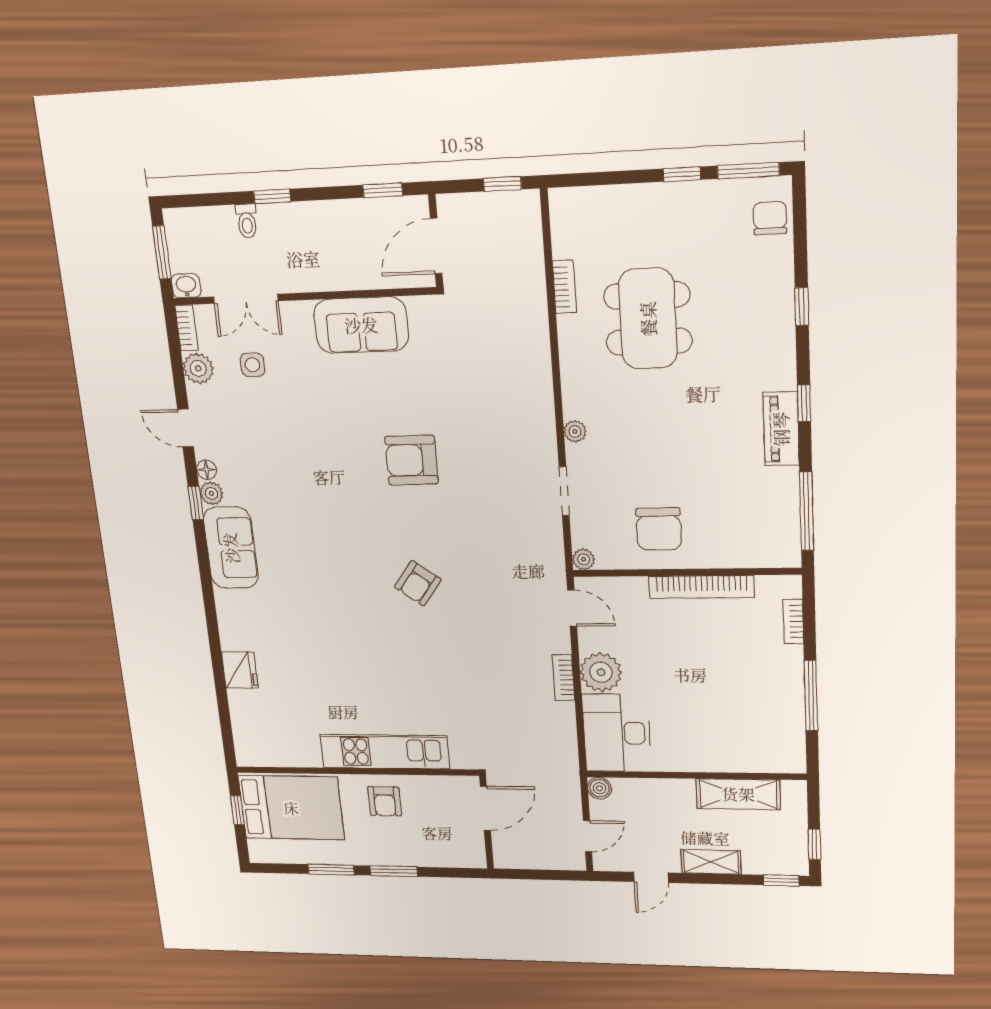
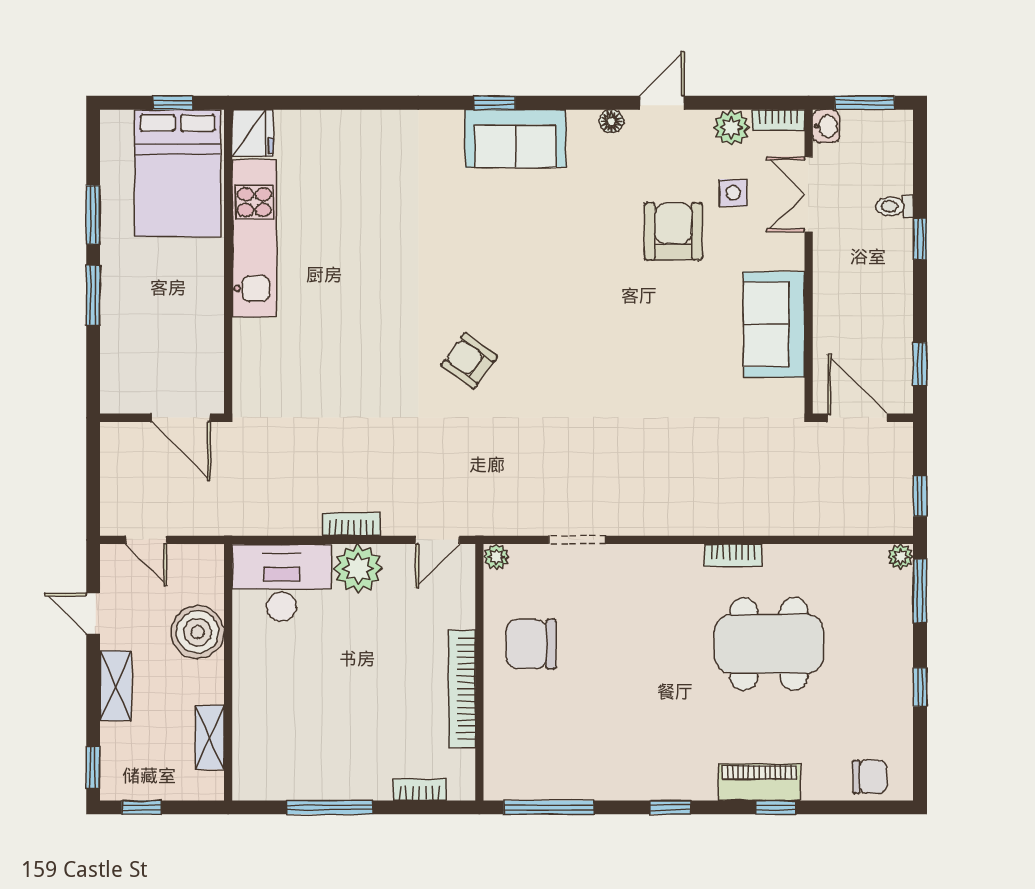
window: (748, 171) -> (920, 591), moved
bookcase: (564, 287) -> (733, 555), moved
piano: (781, 429) -> (759, 782), moved
plant: (575, 431) -> (901, 557), moved
armchair: (412, 460) -> (673, 231), moved
plant: (211, 493) -> (583, 124), removed
window: (196, 503) -> (494, 103), moved
fridge: (240, 670) -> (253, 133), moved, turned -90
kitchen unit: (385, 752) -> (254, 238), moved
boiler: (600, 788) -> (198, 632), moved, width x1.86, depth x1.86
shelving: (738, 794) -> (210, 737), width x0.67, depth x0.75
armchair: (385, 801) -> (188, 293), removed

